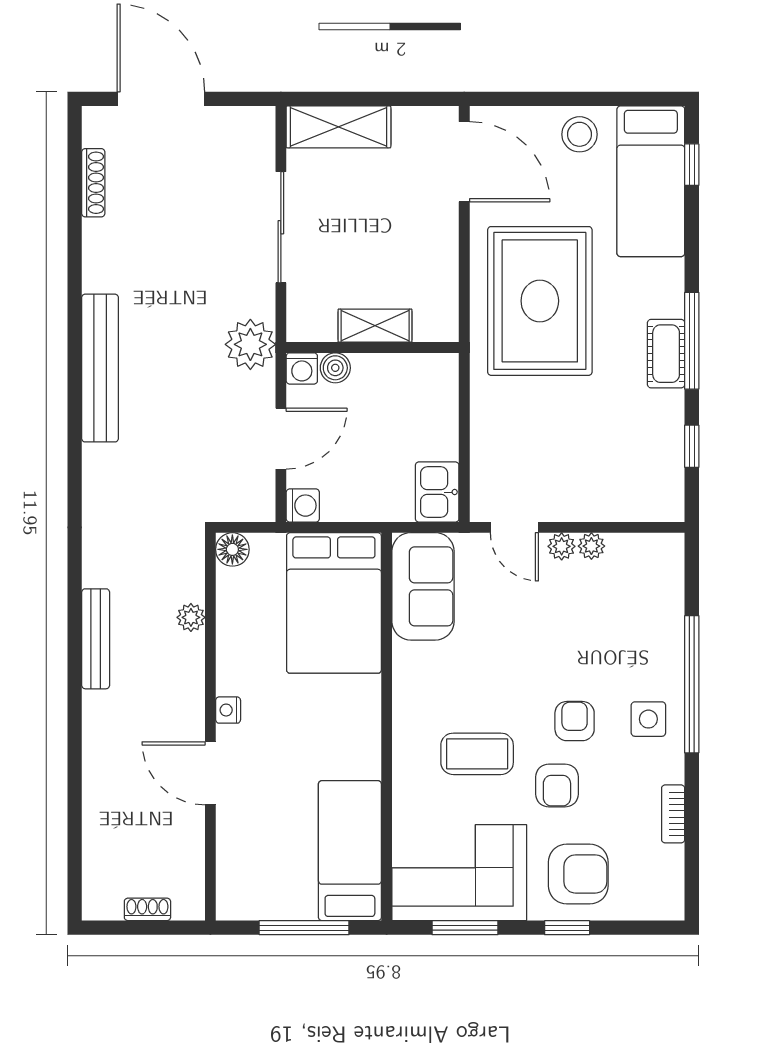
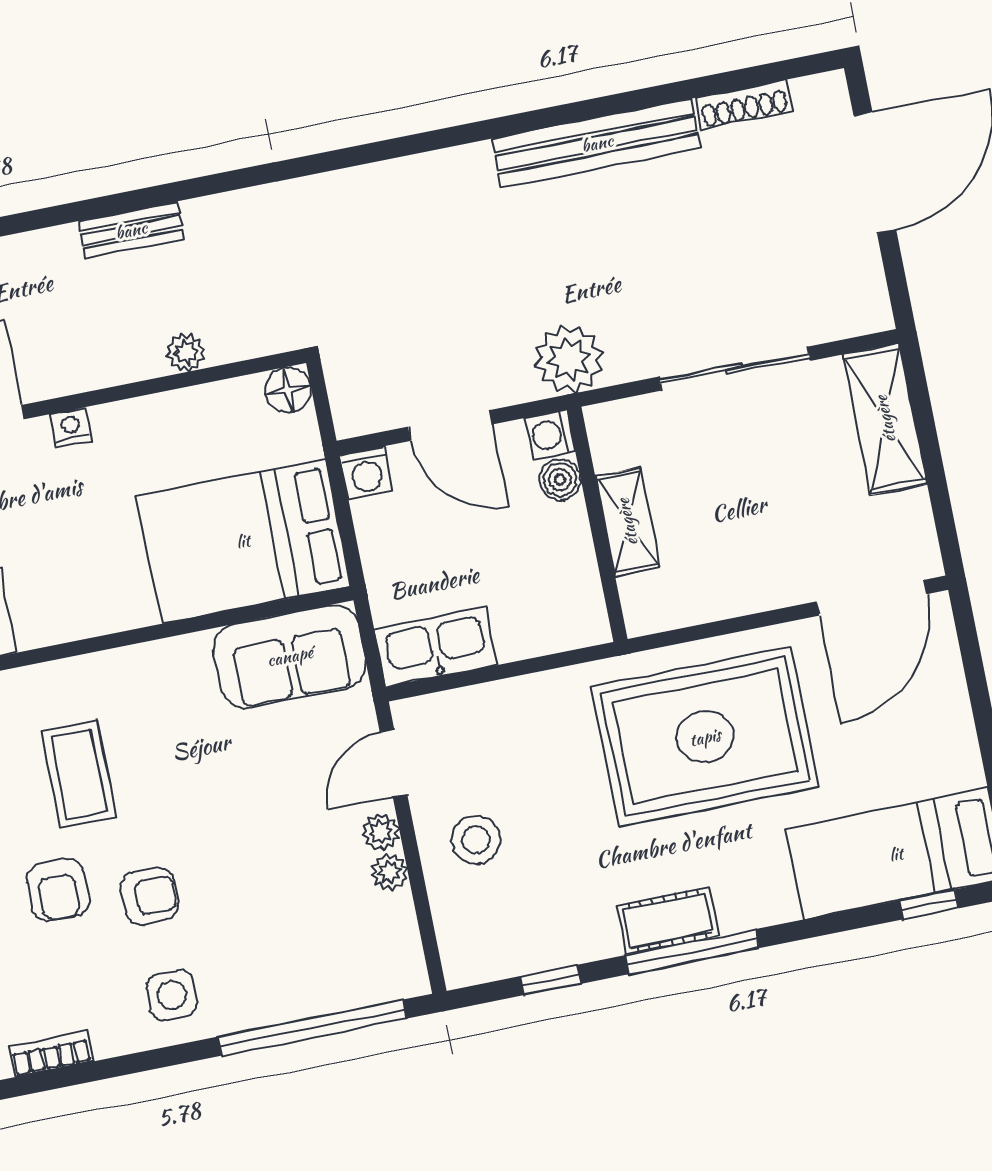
stool: (580, 134) -> (476, 840), moved
bench: (100, 368) -> (597, 143), moved
kitchen sink: (437, 492) -> (436, 647), width x1.38
bench: (96, 639) -> (131, 230), width x0.73
window: (692, 684) -> (312, 1028), moved
armchair: (557, 786) -> (58, 890), turned -90

